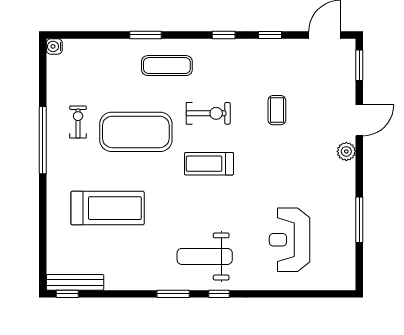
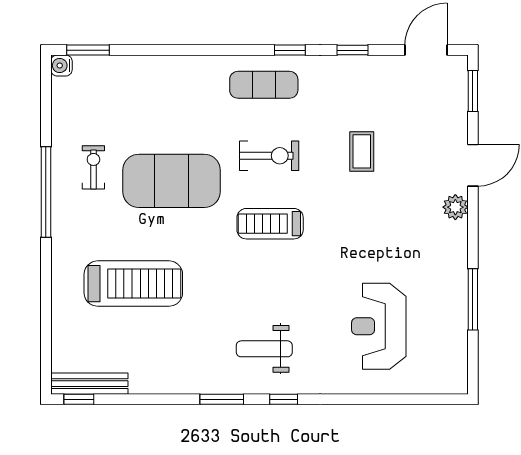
window: (146, 35) -> (88, 50), moved
exercise mat: (167, 66) -> (264, 85), moved
weight bench: (205, 256) -> (264, 349), width x0.73, depth x0.75

